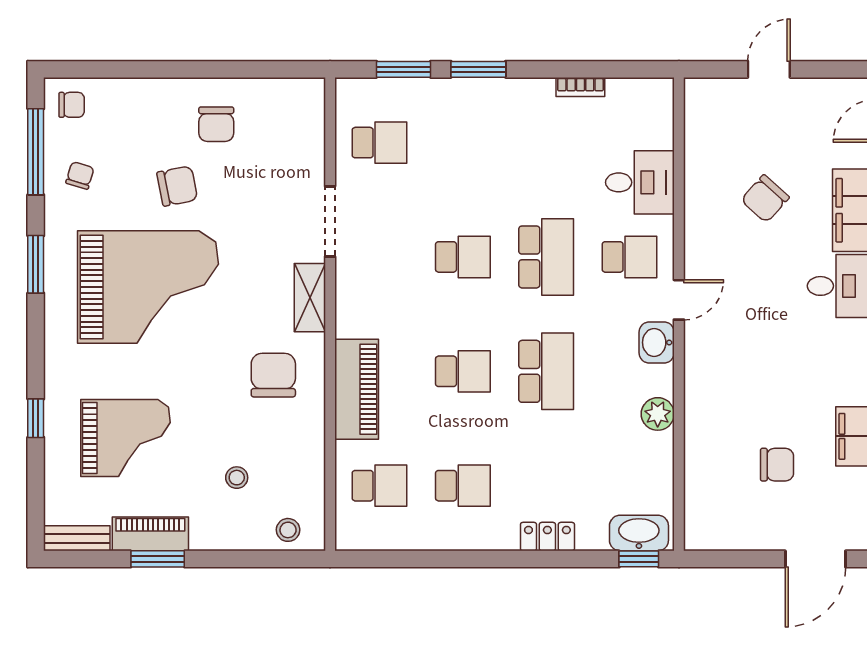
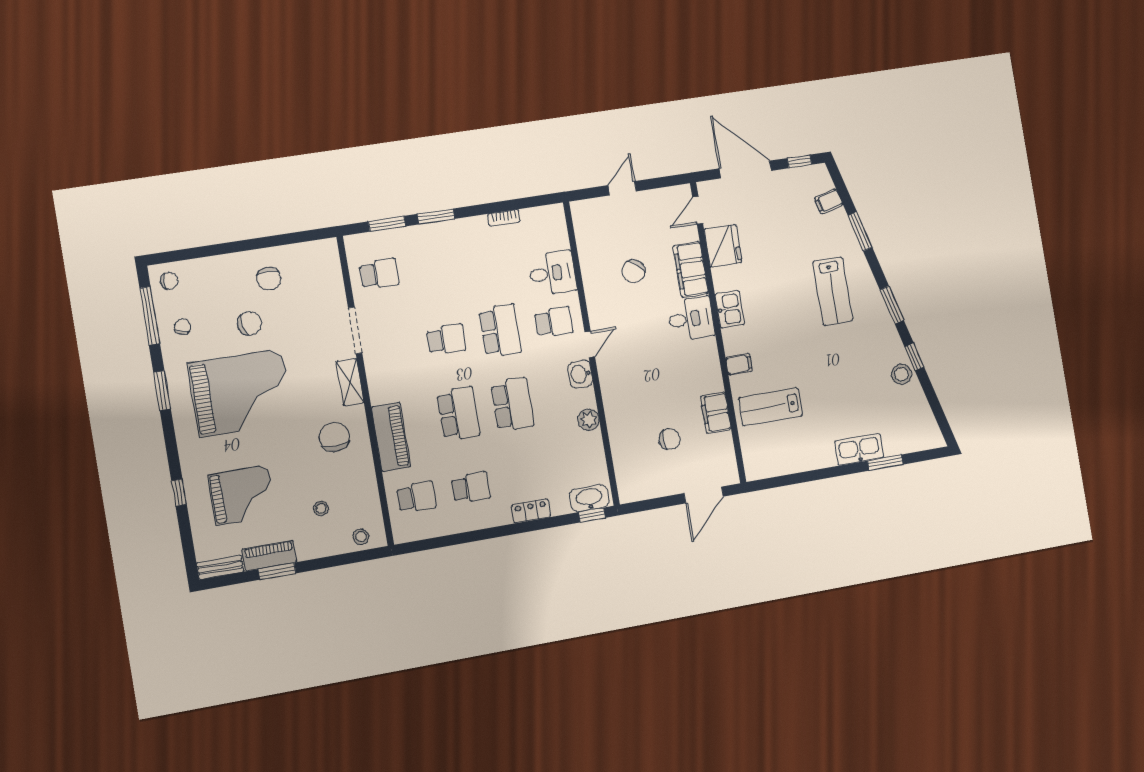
school desk: (463, 371) -> (458, 414), width x1.85

